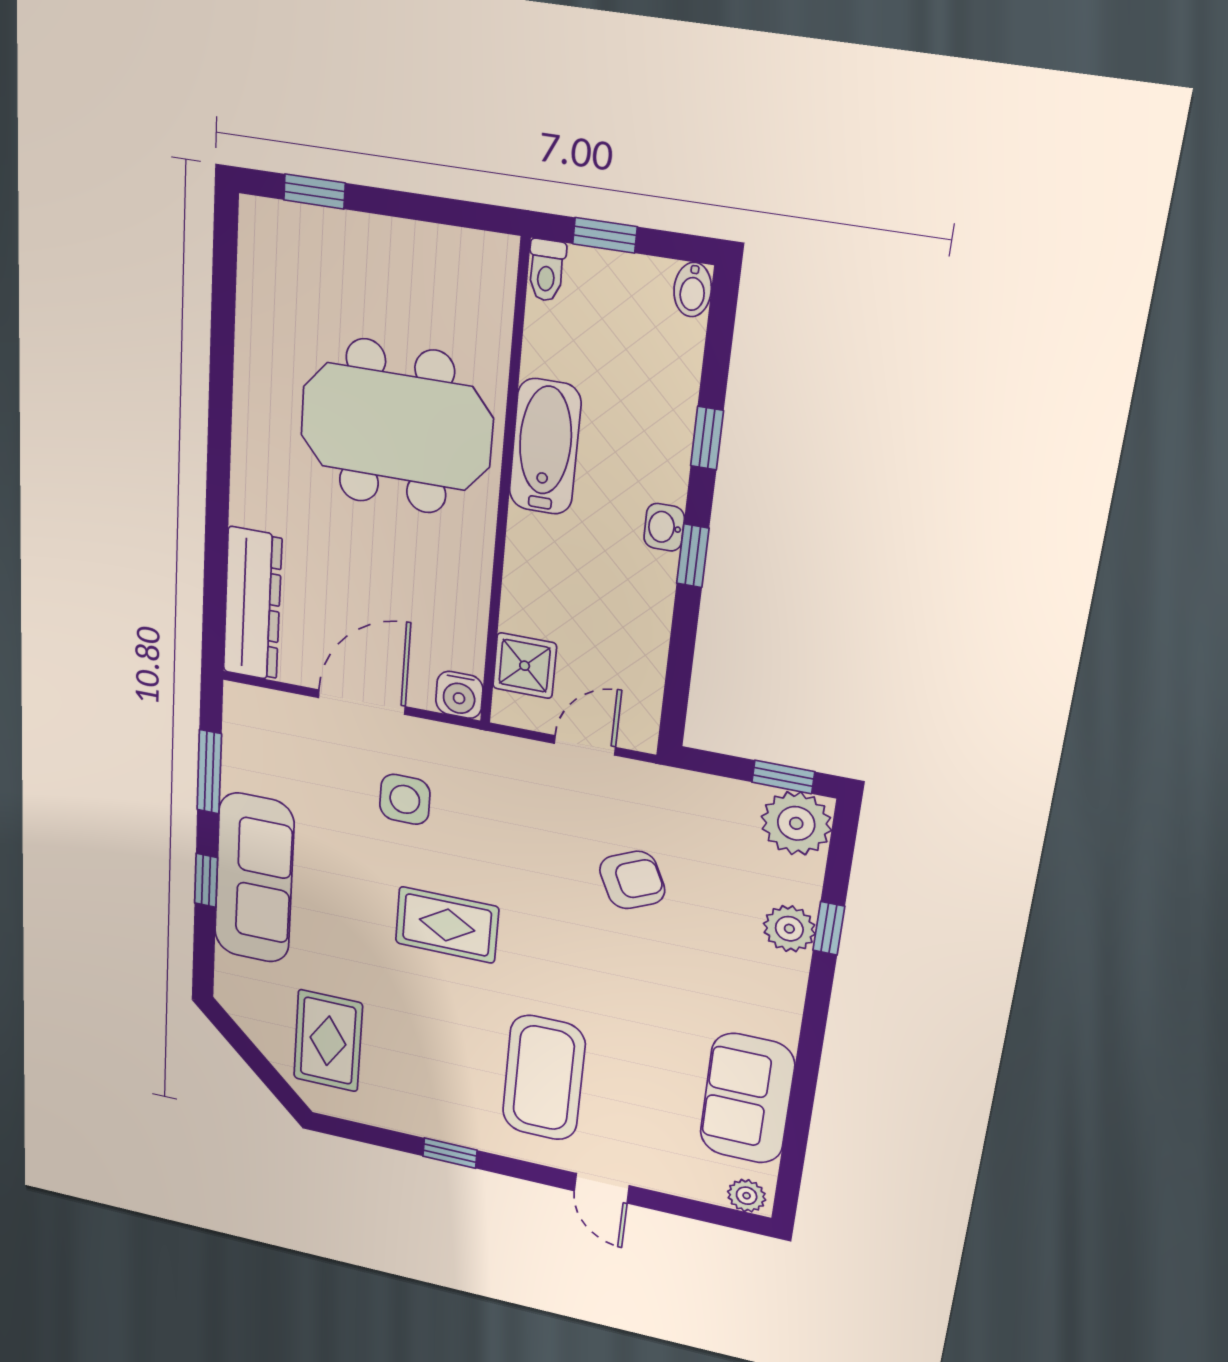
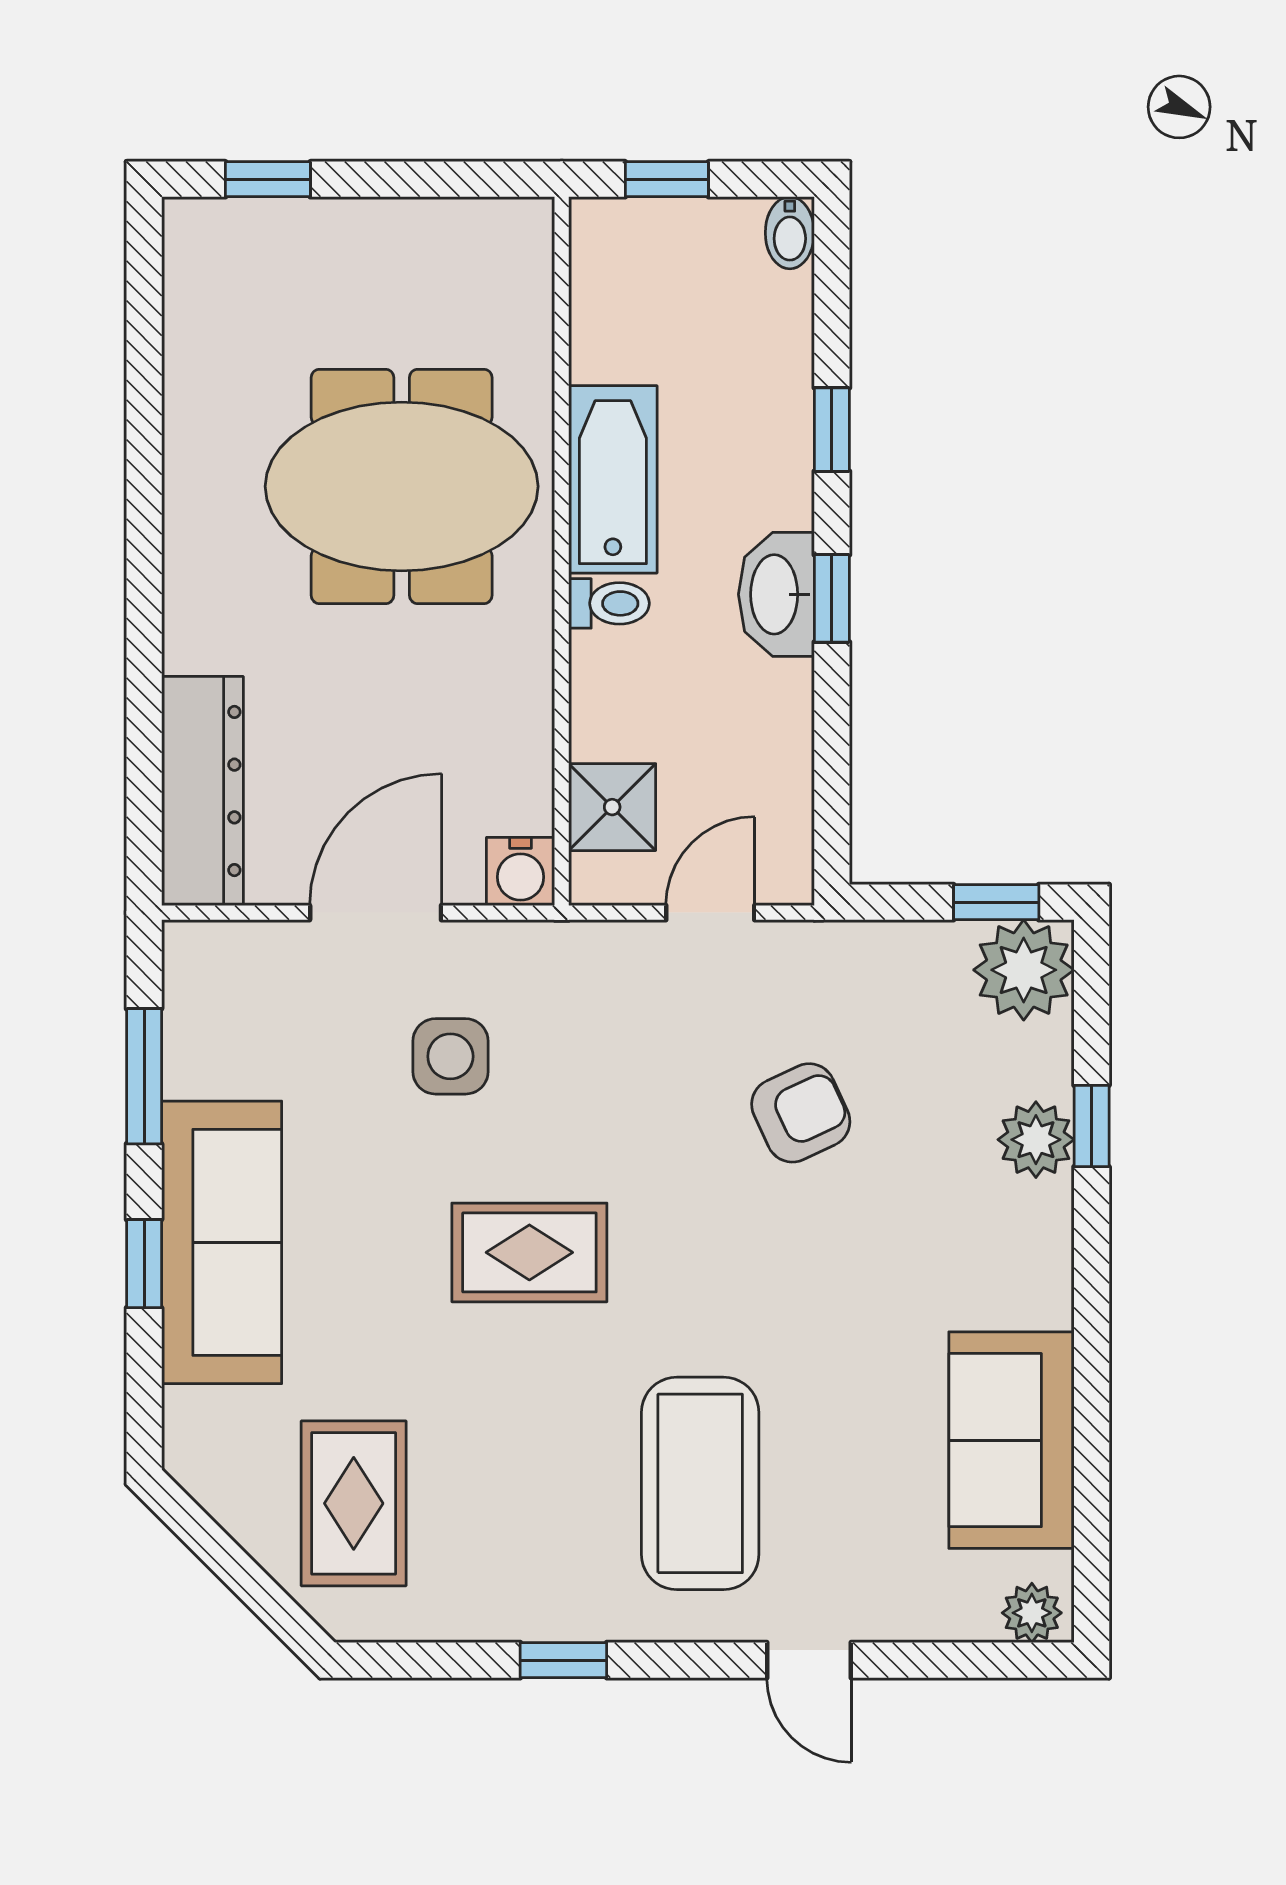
toilet: (547, 270) -> (609, 603), moved, turned -90
washbasin: (664, 527) -> (776, 594), width x1.91, depth x1.45

